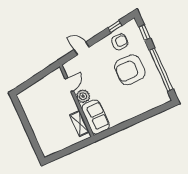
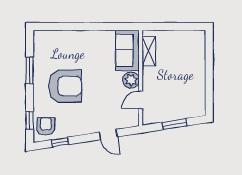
armchair: (120, 42) -> (46, 126), moved, turned 90
window: (161, 70) -> (30, 70), width x0.47
window: (36, 78) -> (175, 124), added

